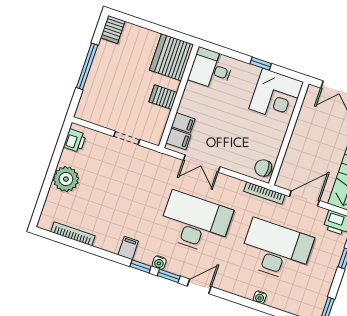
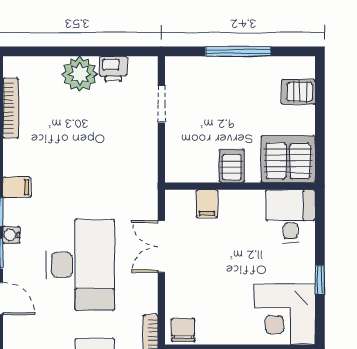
server rack: (113, 29) -> (298, 92), moved
doorway: (127, 138) -> (161, 104), moved
filing cabinet: (178, 139) -> (183, 205), removed
printer: (75, 141) -> (113, 69), moved

